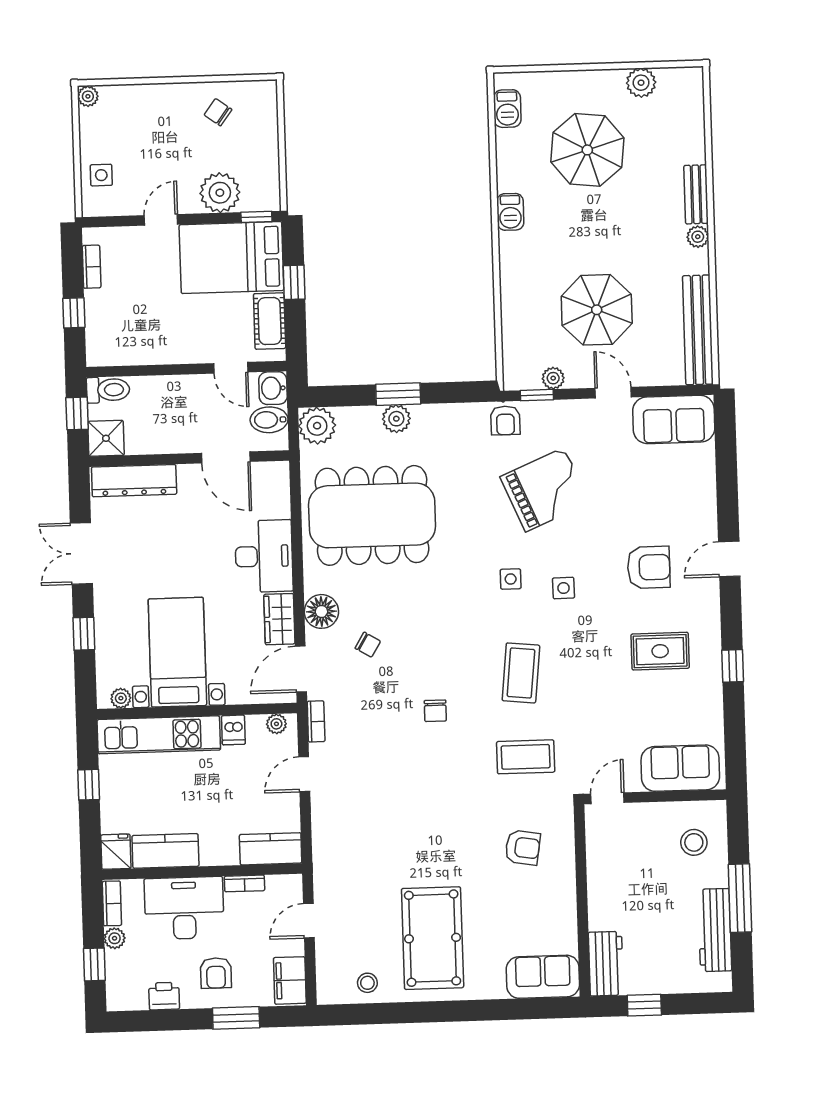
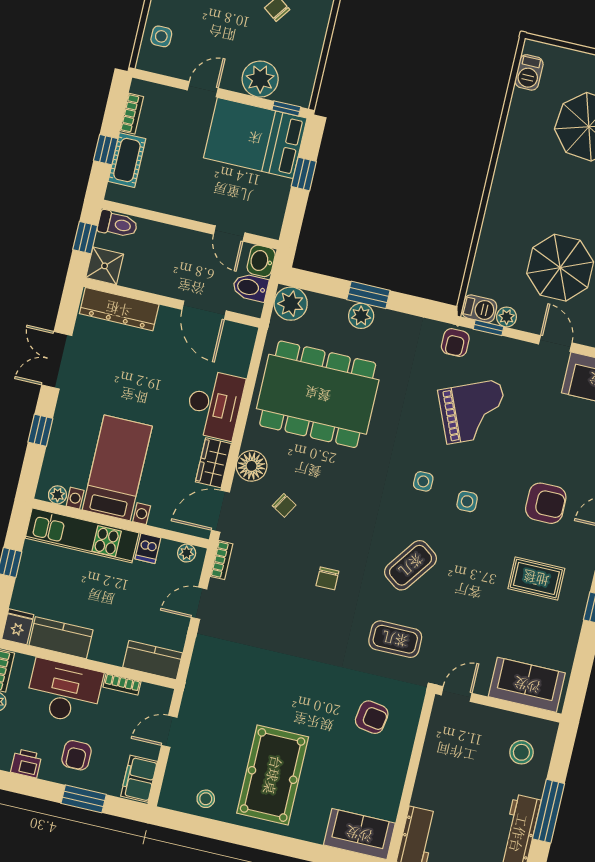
barbecue: (510, 212) -> (479, 309), moved, turned -90
cot: (270, 321) -> (127, 160), moved
coffee table: (521, 673) -> (411, 565), turned 30

